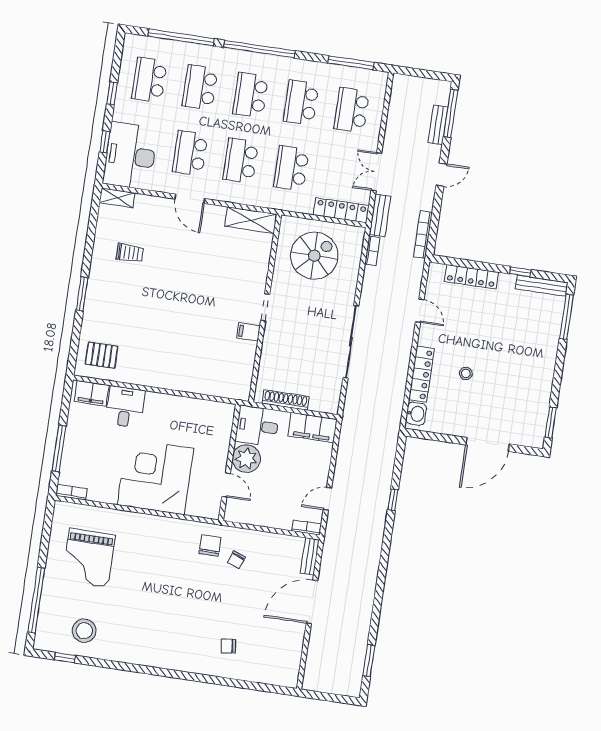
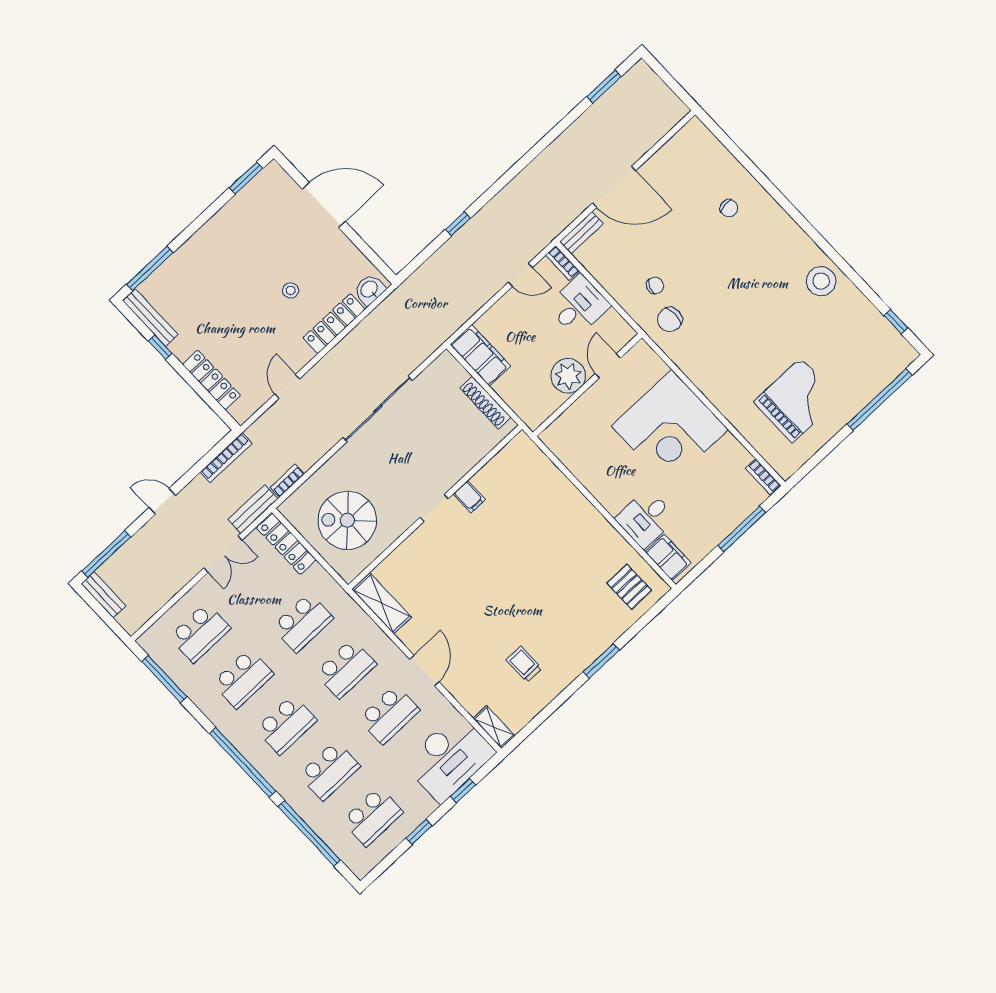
bench: (438, 125) -> (104, 595), moved, turned 90
desk: (257, 426) -> (578, 306), moved, turned -90
stool: (84, 631) -> (821, 281), moved

